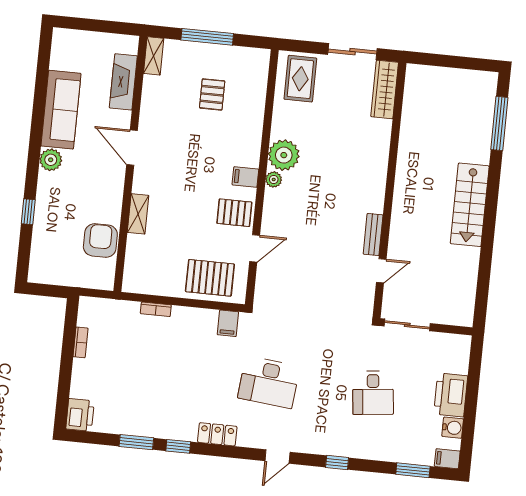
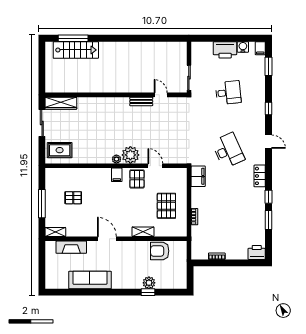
door: (132, 148) -> (107, 239), swing flipped
plant: (284, 155) -> (130, 155), moved
plant: (51, 160) -> (149, 283), moved
stairs: (470, 205) -> (76, 50), moved
pallet: (210, 278) -> (166, 206), moved
filing cabinet: (228, 323) -> (198, 176), width x2.00
desk: (269, 382) -> (228, 151), turned -30

